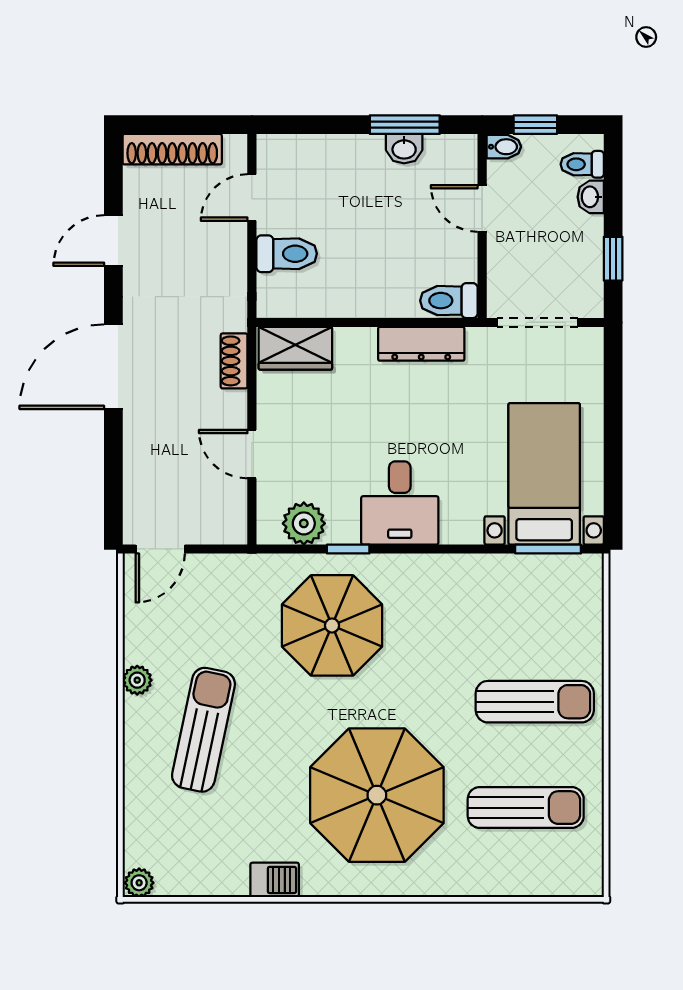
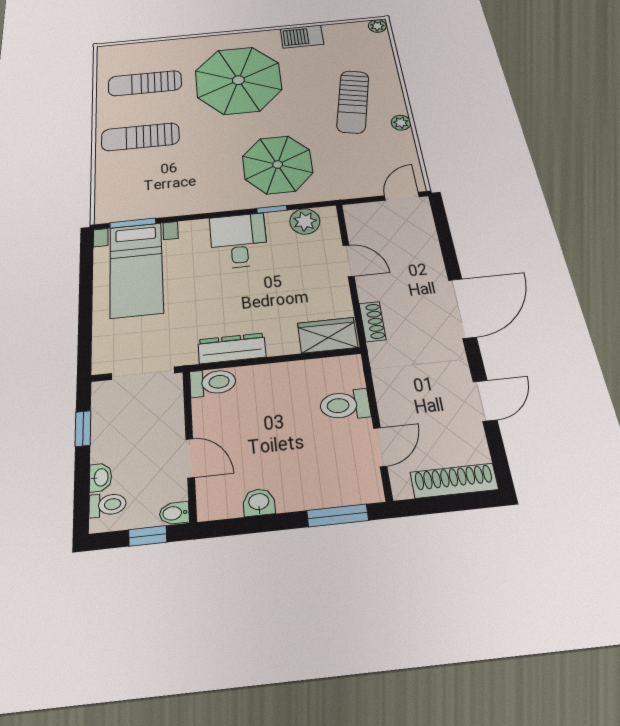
window: (405, 125) -> (338, 515), moved
barbecue: (275, 880) -> (302, 36), width x1.38, depth x1.27

